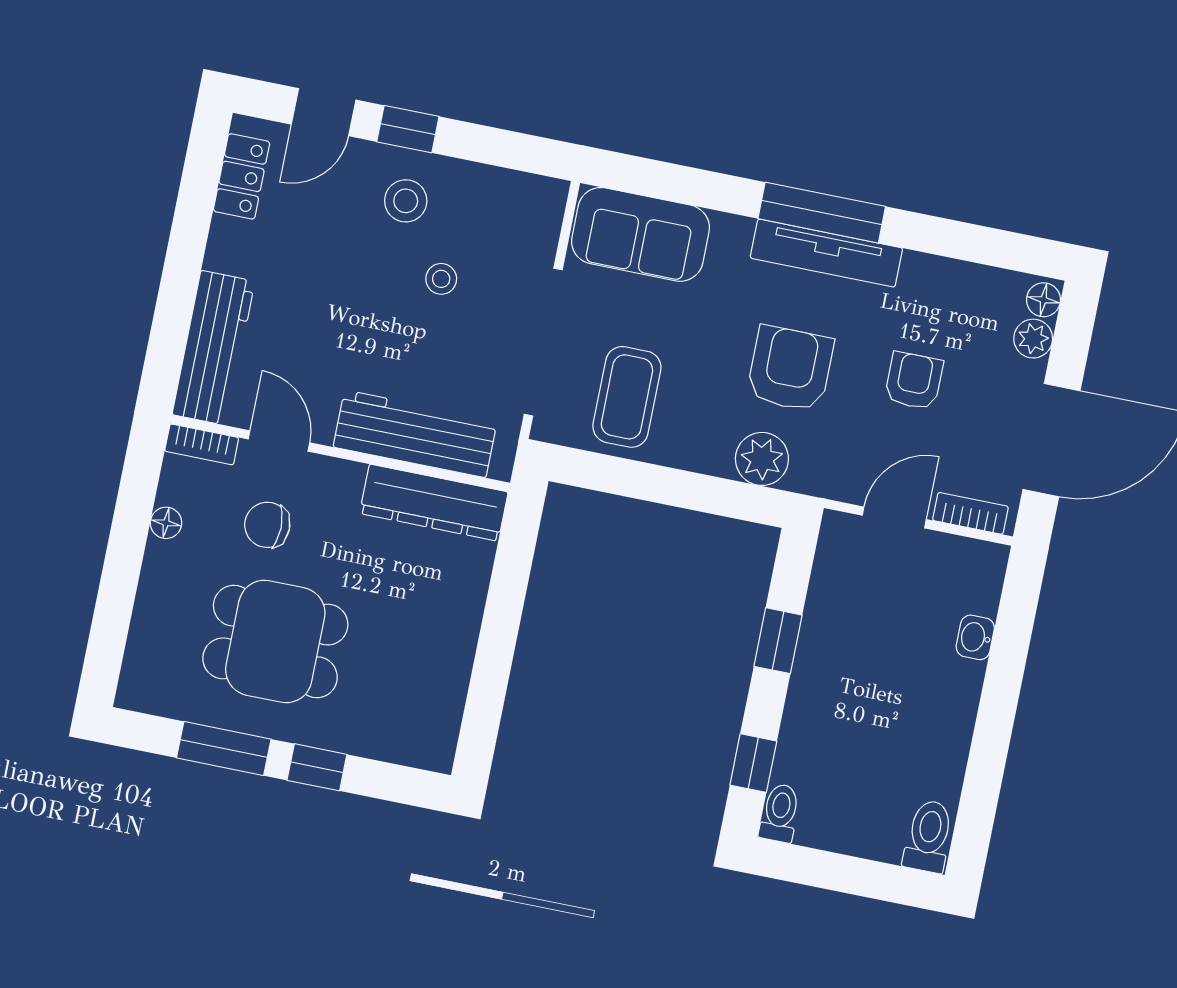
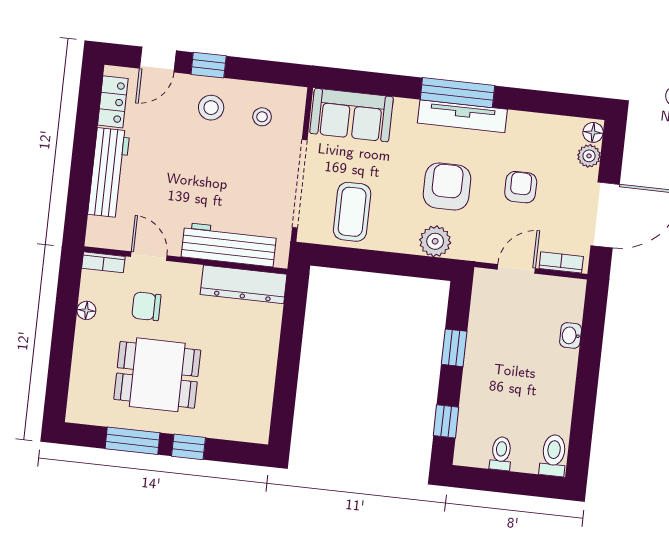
stool: (441, 279) -> (262, 117), moved
workbench: (214, 348) -> (109, 173), moved
toilet: (780, 813) -> (501, 454), moved

